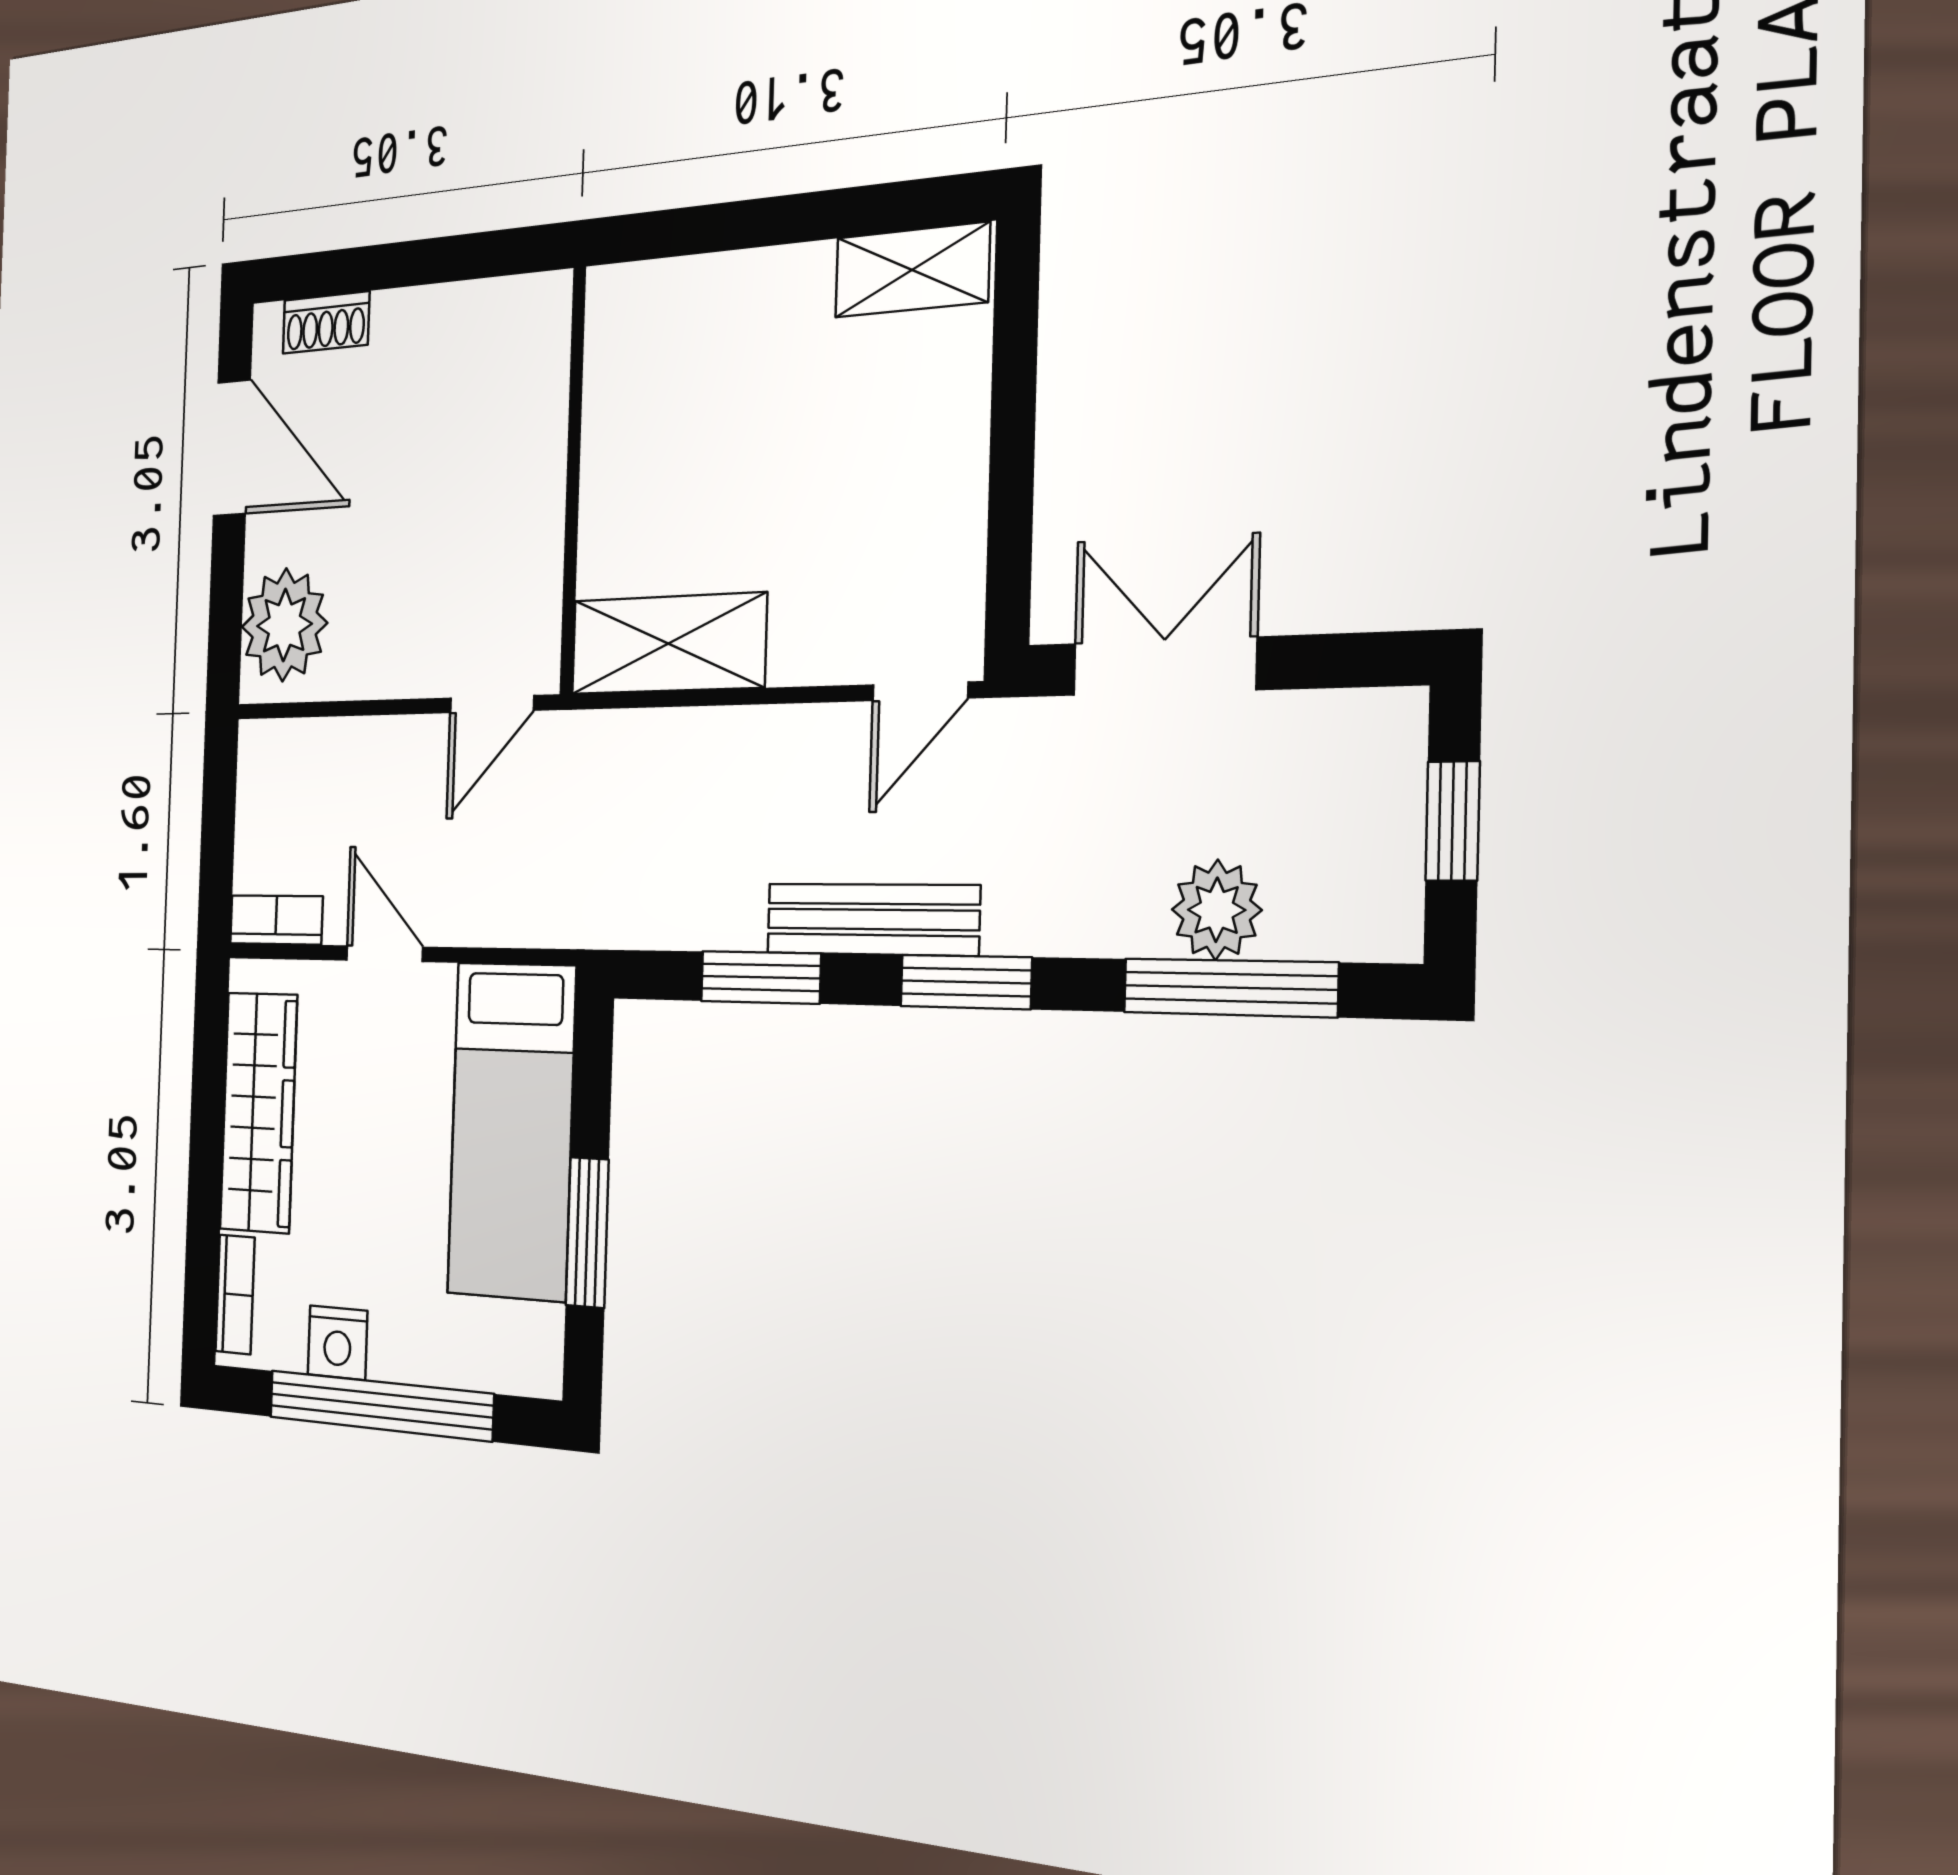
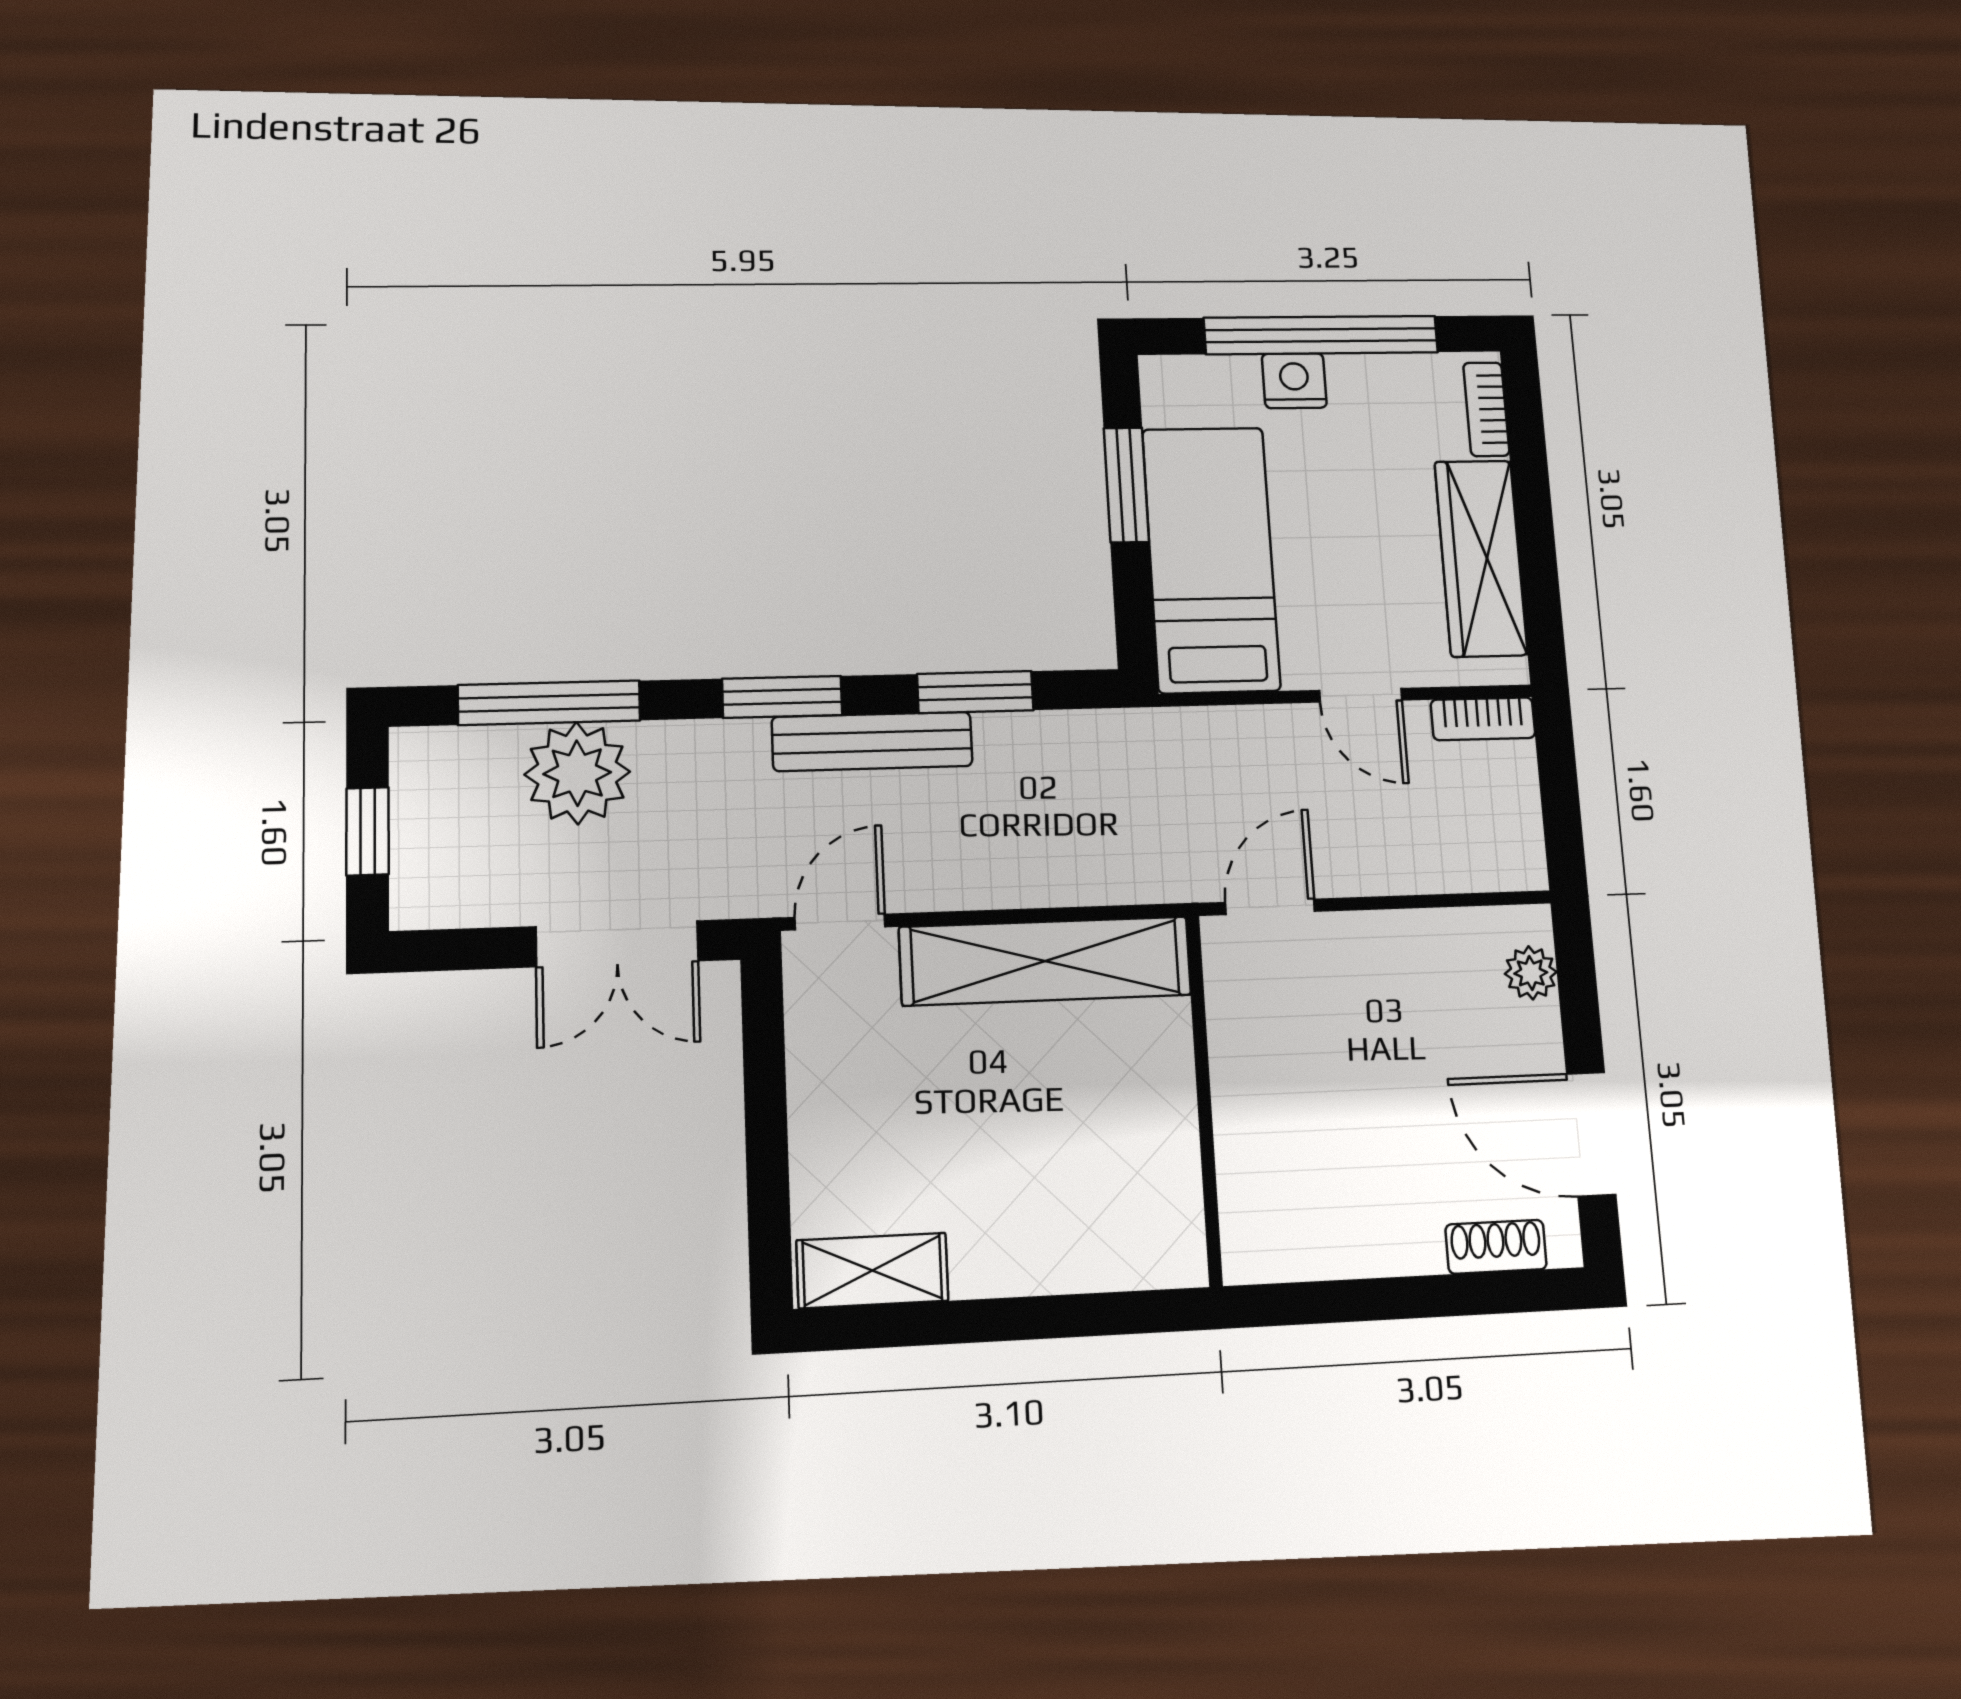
plant: (284, 625) -> (1531, 973), width x0.53, depth x0.53
shelving: (668, 644) -> (1045, 961), width x1.47
plant: (1217, 910) -> (577, 773), width x1.36, depth x1.36
nightstand: (337, 1343) -> (1294, 381), moved

